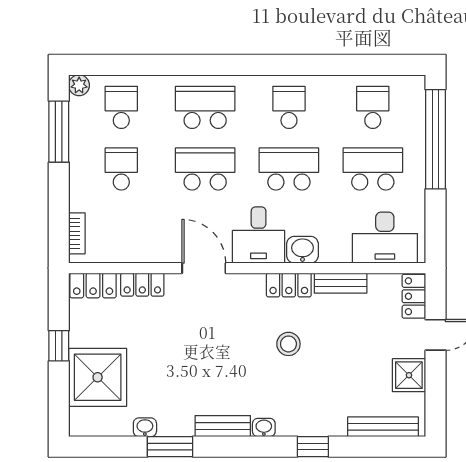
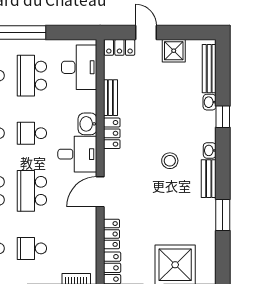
school desk: (289, 169) -> (32, 133), width x0.54
stool: (288, 344) -> (170, 161), moved
washbasin: (145, 427) -> (210, 102), moved

